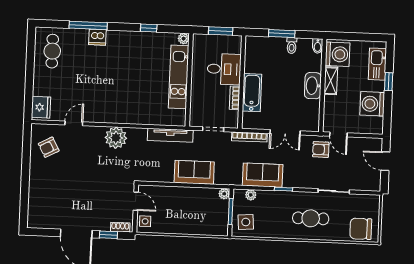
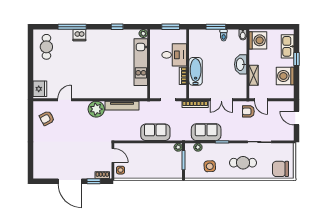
shelving: (331, 81) -> (254, 75), moved
tv unit: (170, 135) -> (122, 106), moved
side table: (246, 222) -> (210, 166), moved

